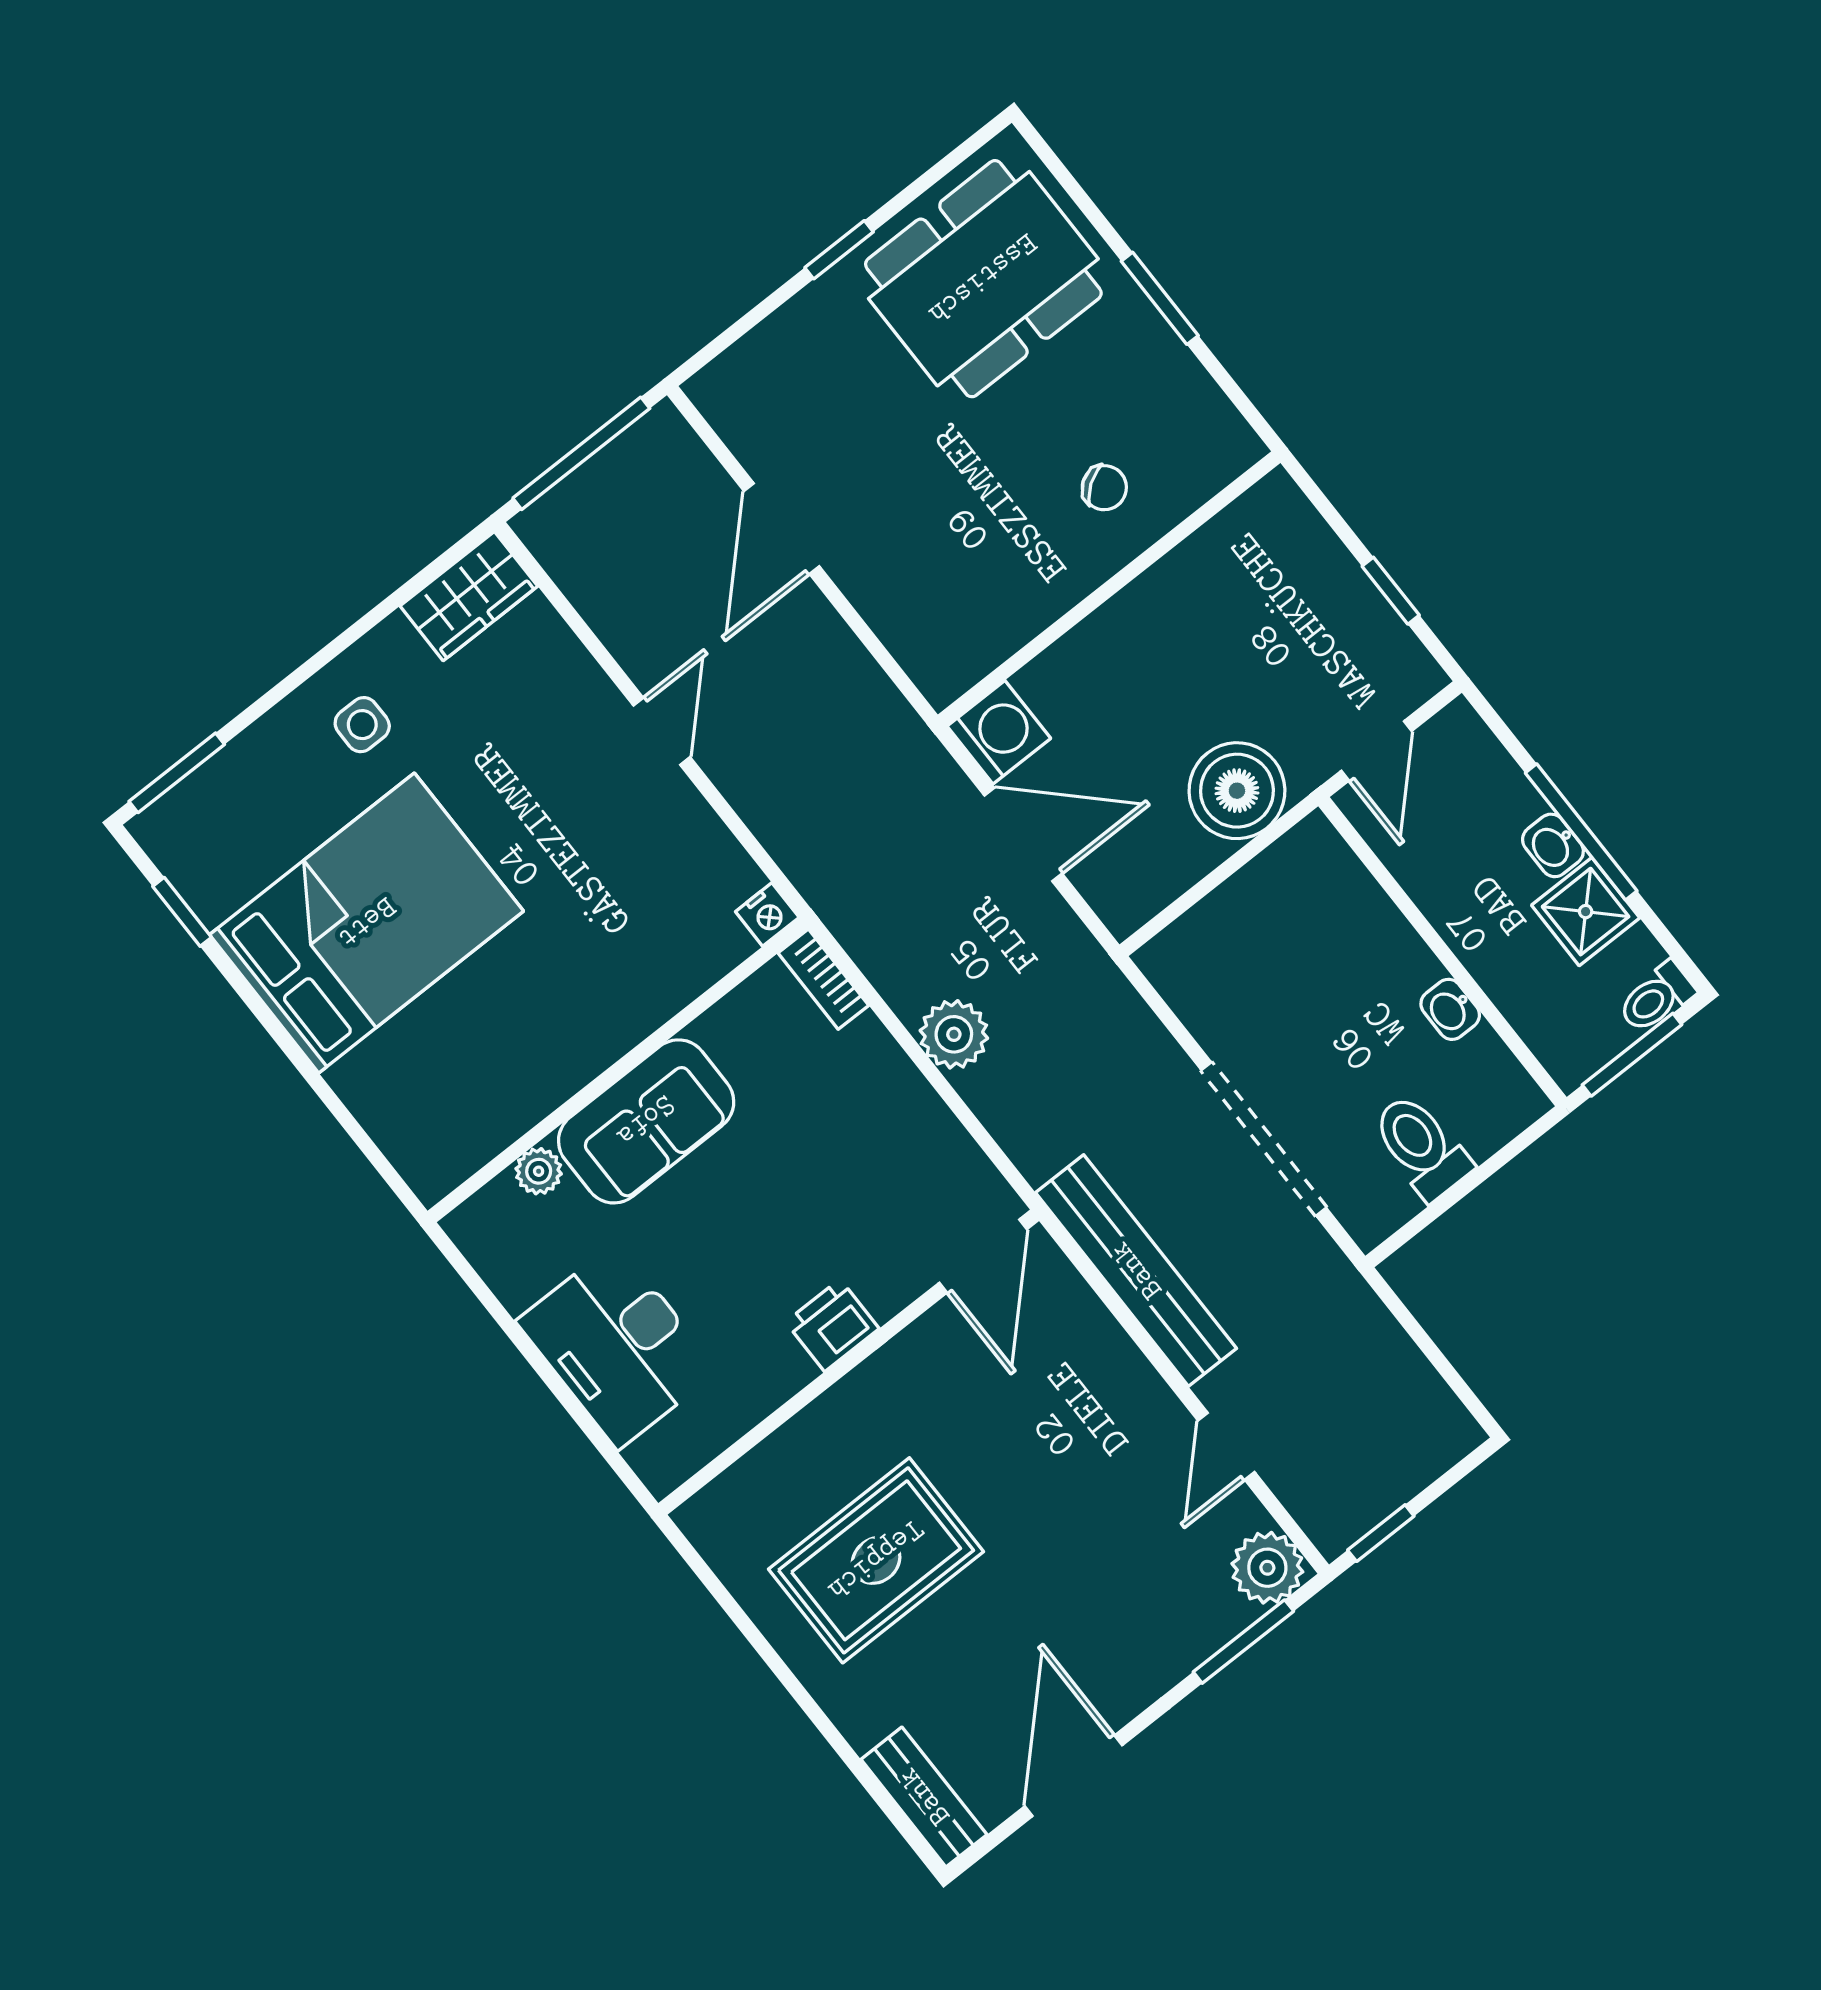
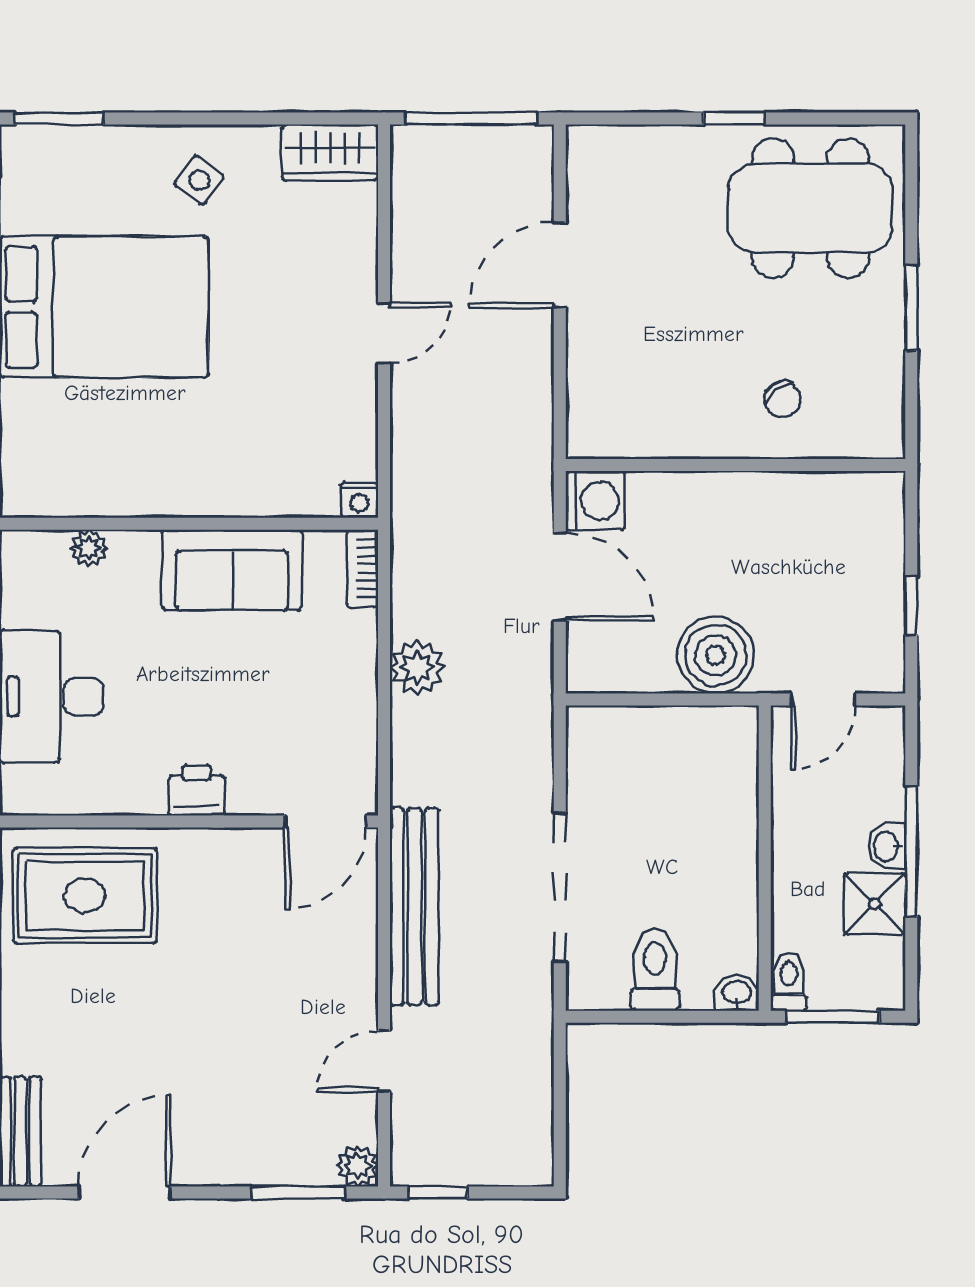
side table: (362, 725) -> (199, 180), turned 36
toilet: (1656, 998) -> (789, 982), moved, turned 90
washbasin: (1450, 1009) -> (737, 993), moved, turned 90
sofa: (646, 1121) -> (232, 570), moved
rug: (876, 1560) -> (85, 896), moved
plant: (1267, 1568) -> (357, 1166), width x0.73, depth x0.73

